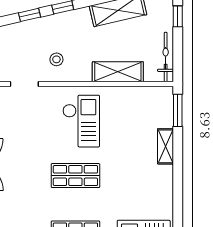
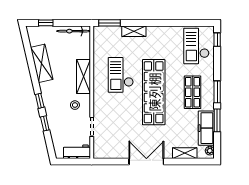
shelving: (118, 72) -> (83, 76), moved
checkout: (81, 121) -> (121, 75), moved, turned -90
shop shelf: (75, 176) -> (154, 92), width x2.00, depth x1.36

